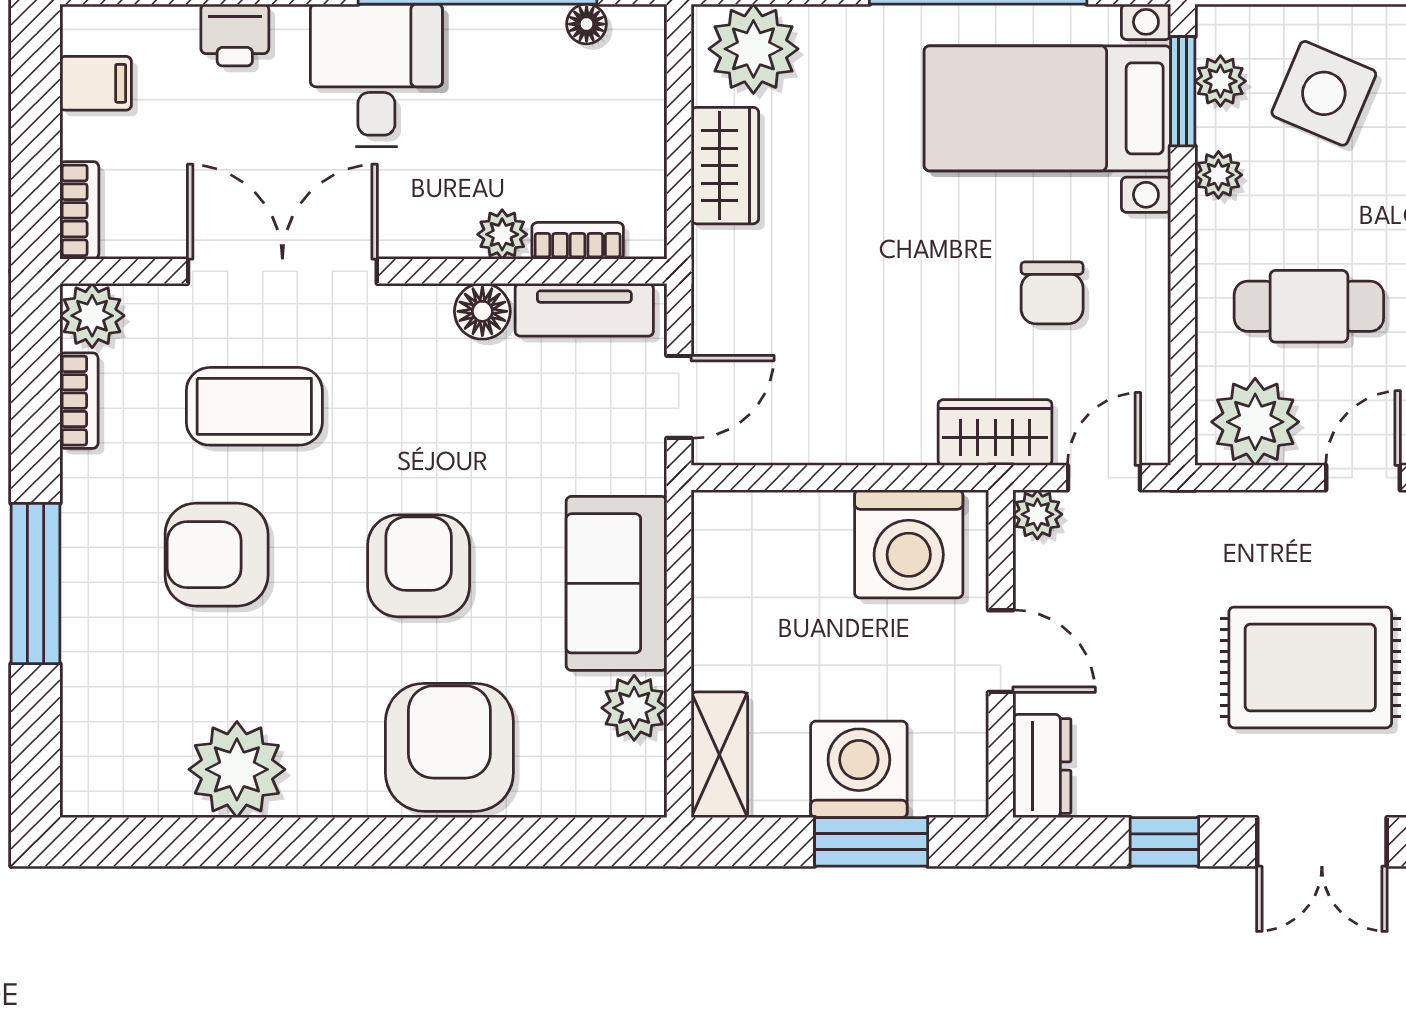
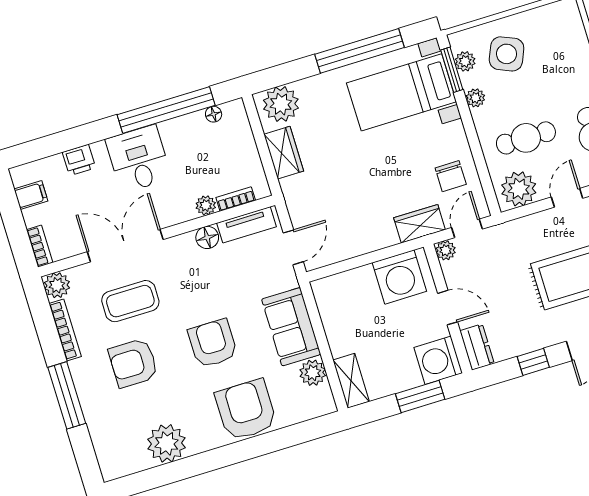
chair: (1052, 293) -> (451, 176), moved
bookcase: (79, 401) -> (65, 330), width x1.56
washing machine: (859, 769) -> (438, 360), moved, turned -90

